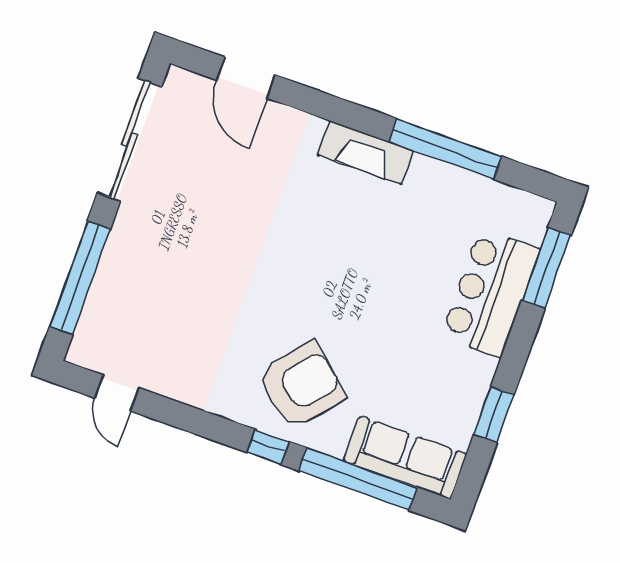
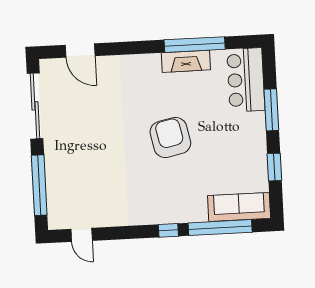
fireplace: (365, 152) -> (186, 61), moved
window: (546, 268) -> (271, 110), moved
bar counter: (490, 293) -> (246, 80), moved
armchair: (301, 385) -> (170, 137), moved, turned -52

